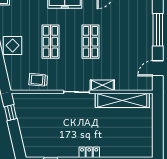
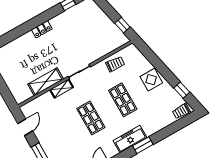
shelving: (122, 100) -> (46, 82), width x0.68

